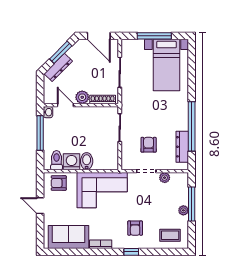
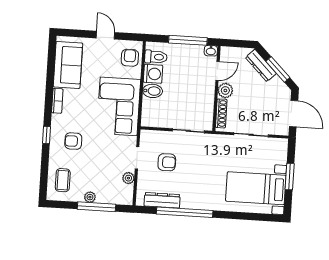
door: (99, 36) -> (294, 114), swing flipped
window: (154, 36) -> (290, 177), width x0.69
door: (40, 206) -> (105, 35), hinge flipped

